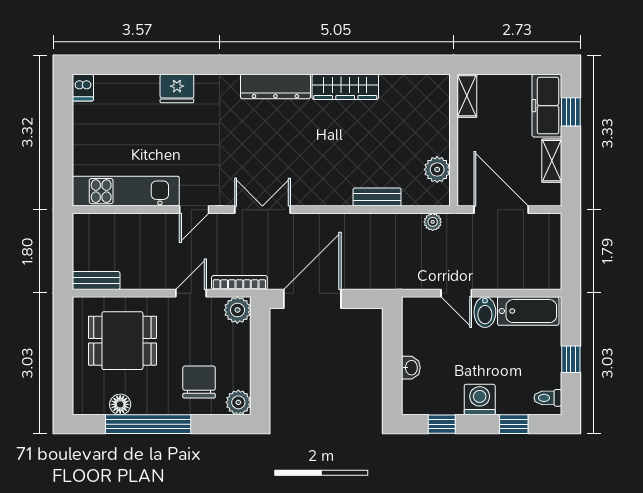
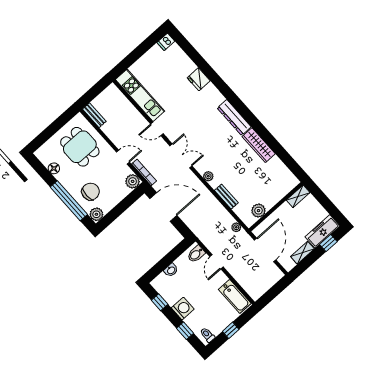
plant: (326, 197) -> (208, 176), added
bidet: (485, 312) -> (196, 254), moved
window: (148, 424) -> (69, 201), moved

